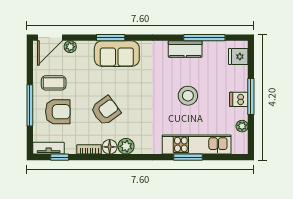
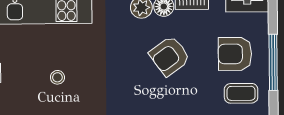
stool: (188, 96) -> (57, 77), width x0.53, depth x0.53

